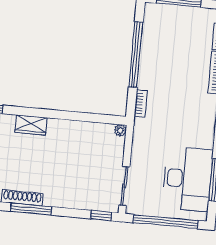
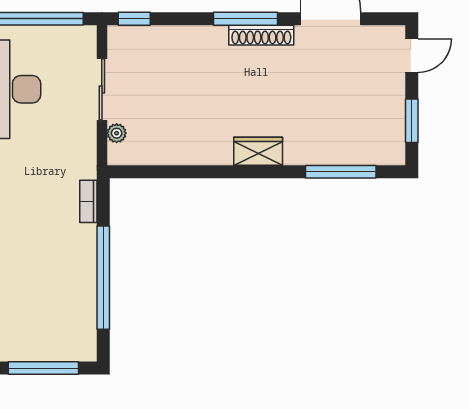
plant: (120, 130) -> (117, 133), moved
sliding door: (124, 186) -> (102, 89), moved

